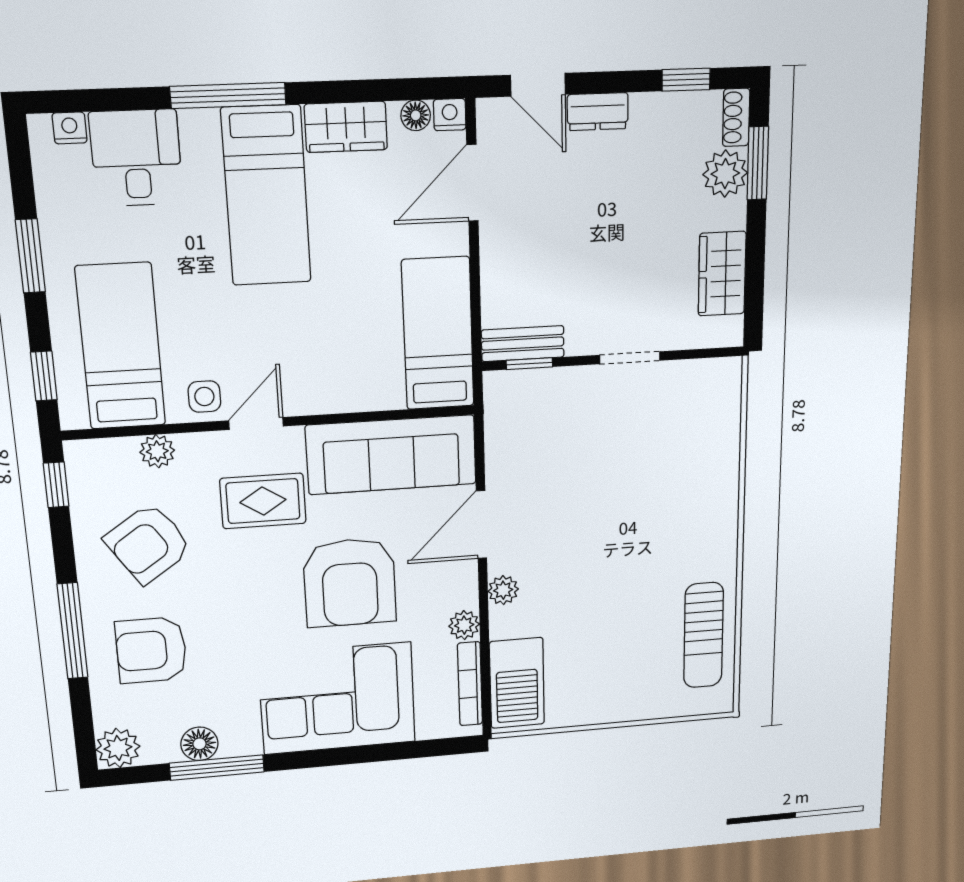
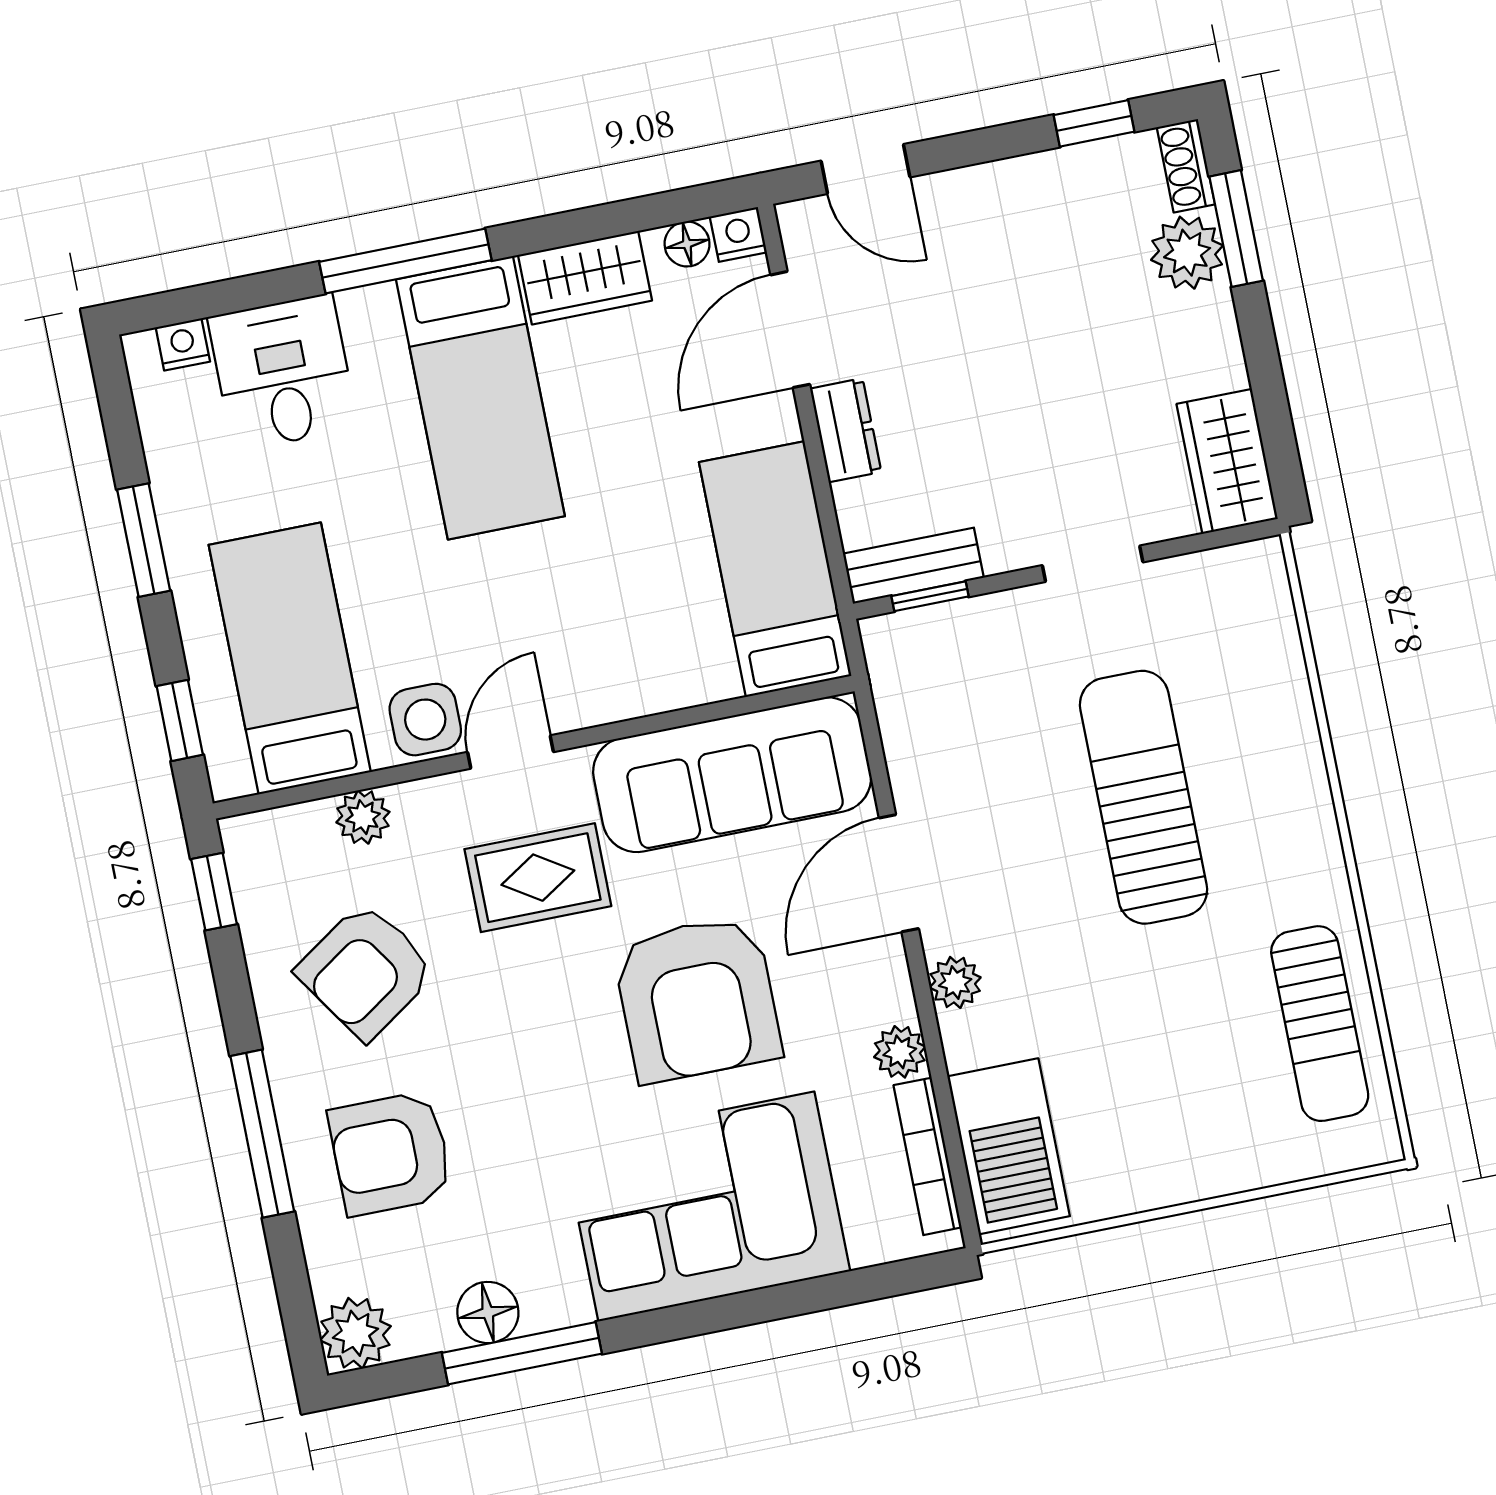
dresser: (598, 112) -> (846, 430), moved, turned -90
wardrobe: (722, 274) -> (1227, 461), moved
side table: (204, 396) -> (425, 720), width x1.37, depth x1.37
sun lounger: (632, 499) -> (1144, 797), added

